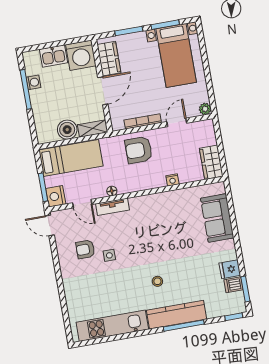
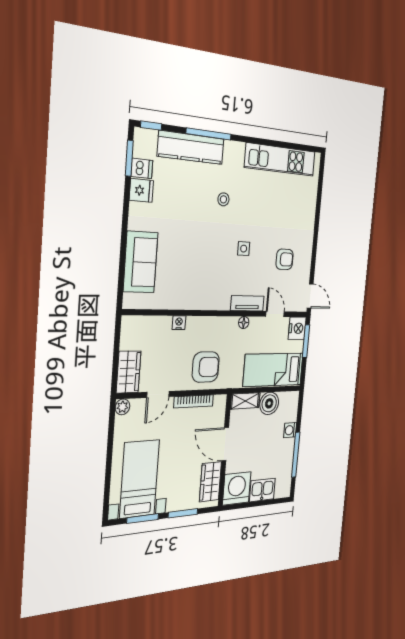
washing machine: (33, 82) -> (290, 430), moved
door: (103, 91) -> (225, 444), hinge flipped
wardrobe: (211, 162) -> (129, 372), moved
side table: (109, 255) -> (244, 249), moved
kitchen counter: (177, 315) -> (191, 148), moved

